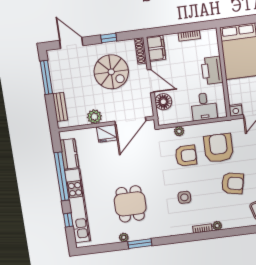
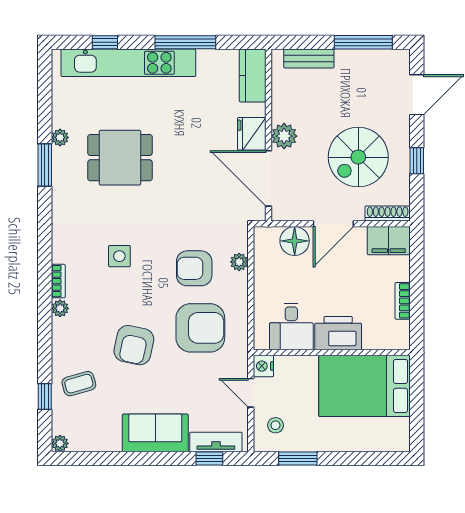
desk: (204, 107) -> (291, 326), moved, turned -90
plant: (94, 117) -> (284, 136), moved
kitchen counter: (69, 154) -> (253, 75), moved, turned 90
armchair: (186, 156) -> (194, 268), turned 90
window: (62, 176) -> (185, 42), width x0.68

